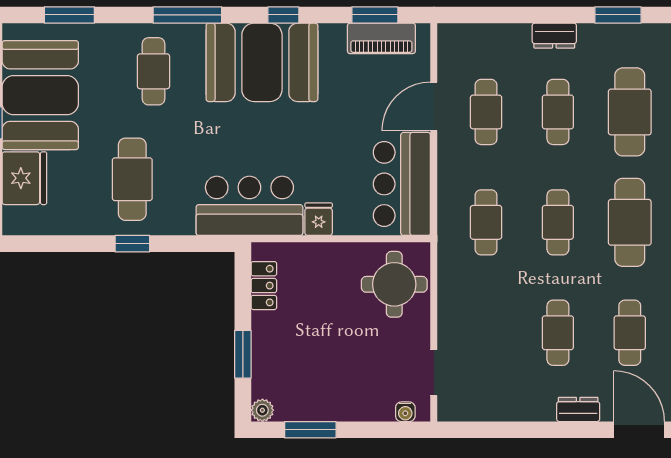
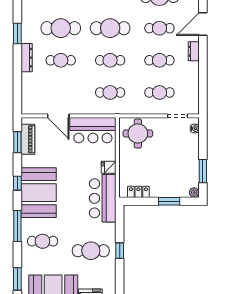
dresser: (554, 36) -> (27, 58), width x1.44
cafe table: (486, 112) -> (159, 92), moved

